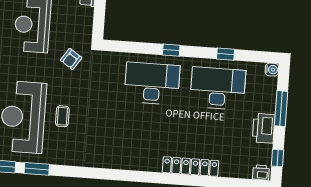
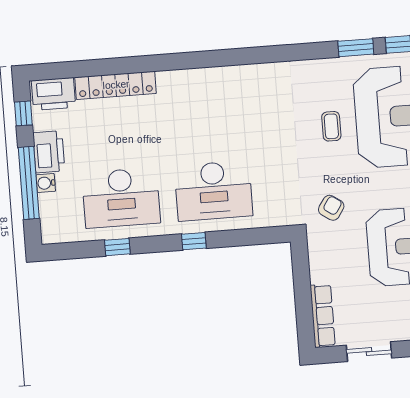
water cooler: (272, 70) -> (46, 183), moved
window: (281, 109) -> (29, 183), width x1.46
locker: (190, 167) -> (116, 85), moved
printer: (261, 172) -> (53, 94), width x1.87, depth x1.48

